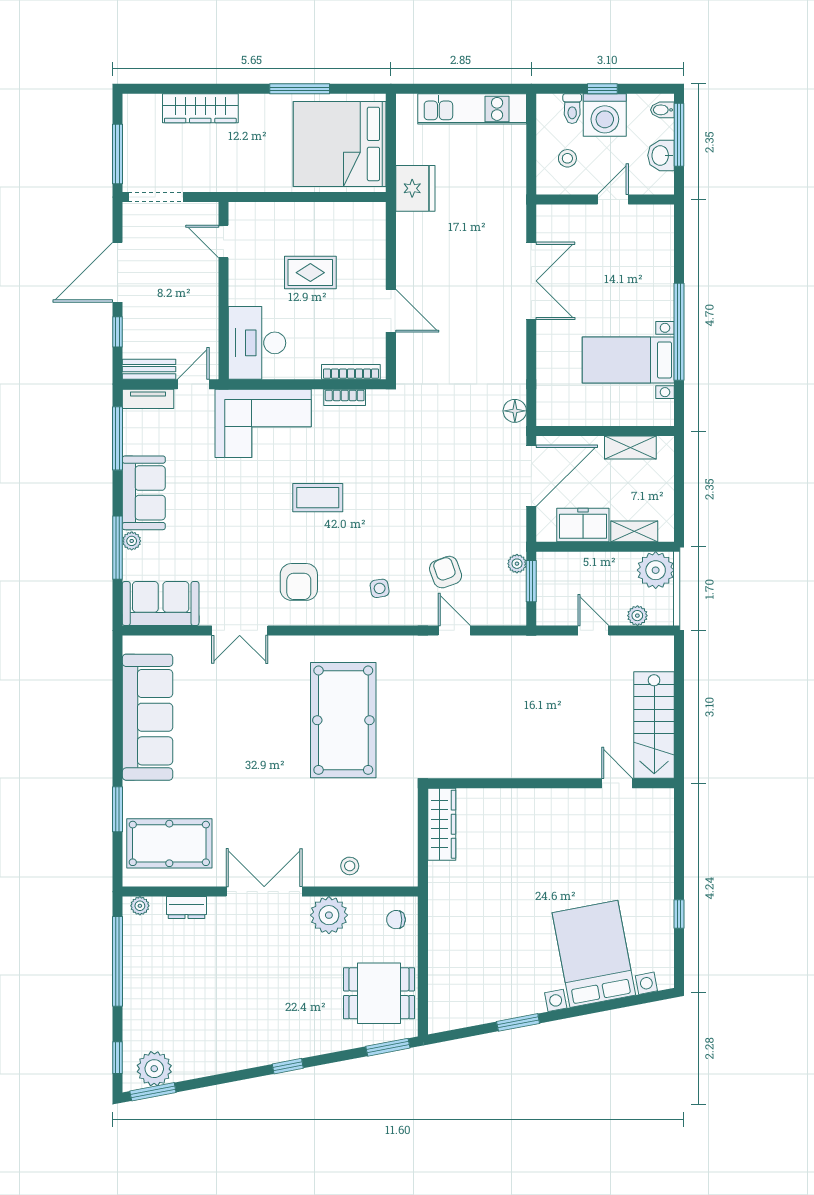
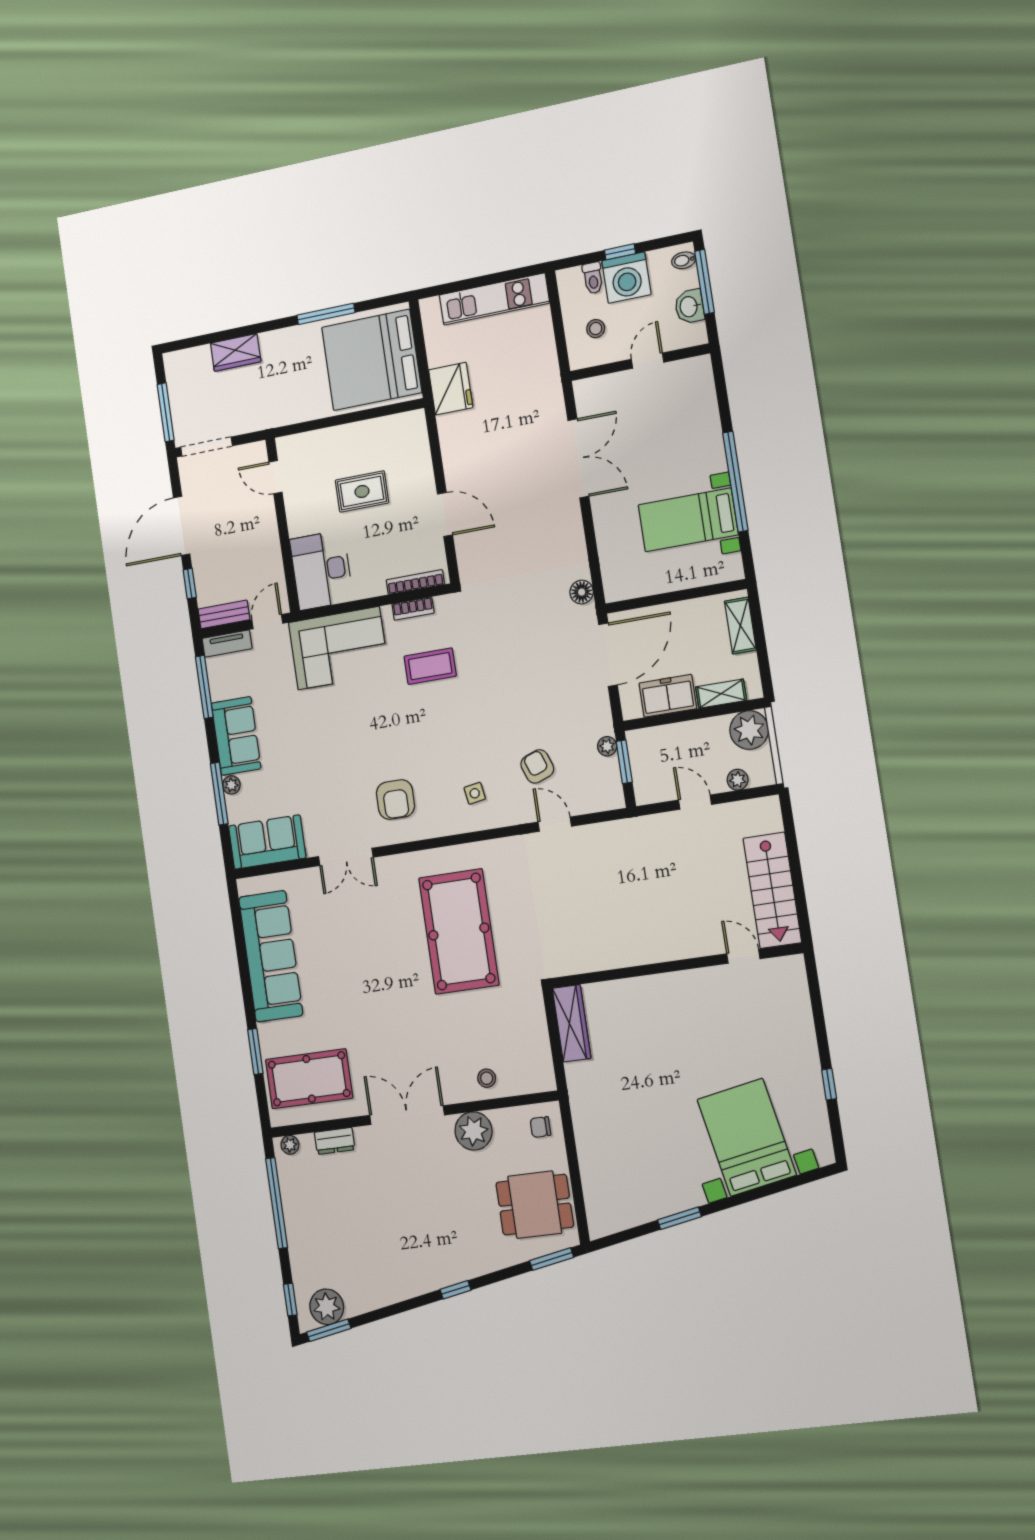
wardrobe: (200, 108) -> (236, 352), width x0.67
shelving: (630, 448) -> (740, 626), moved, turned 90
coffee table: (318, 498) -> (430, 666), moved

